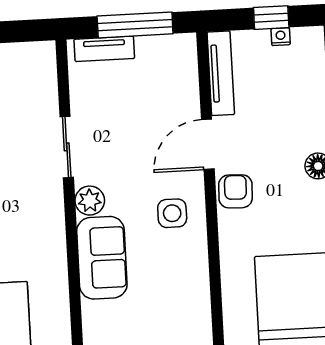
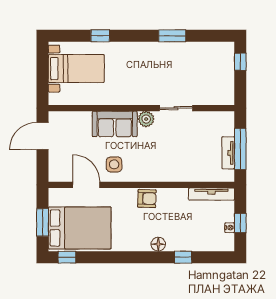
tv unit: (104, 49) -> (228, 153), moved
door: (208, 144) -> (86, 185), moved
side table: (172, 213) -> (114, 164), moved

